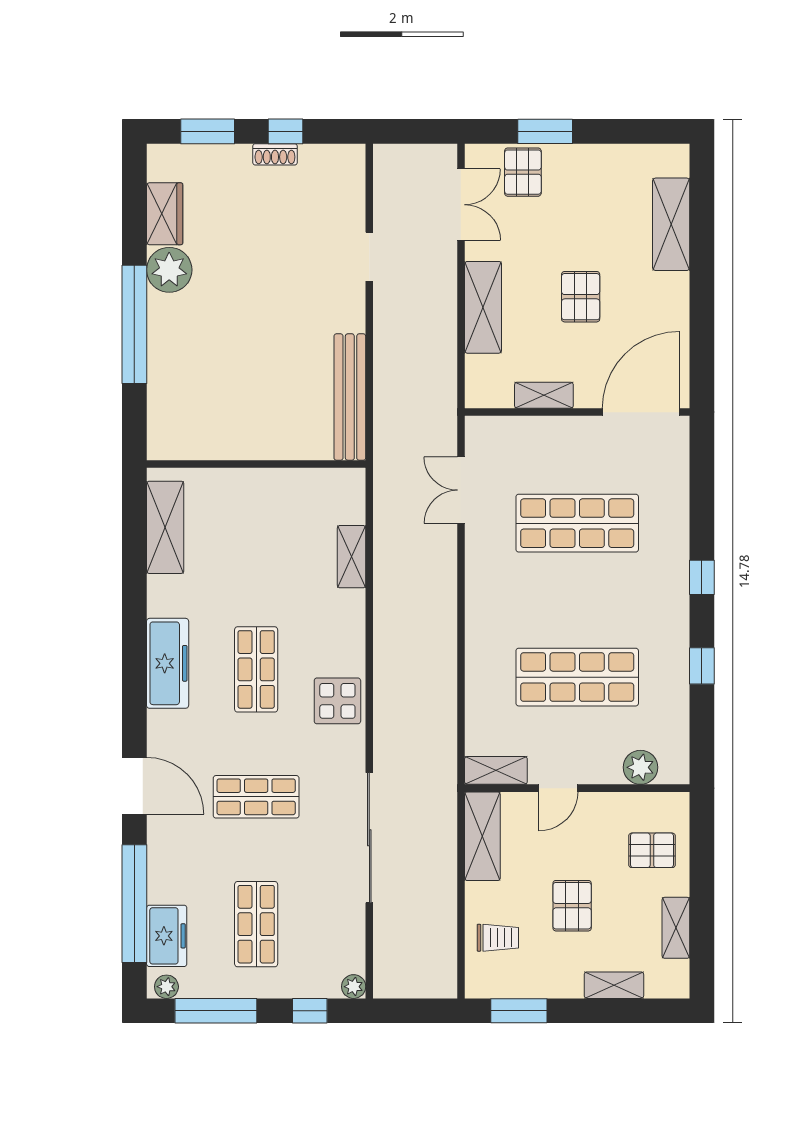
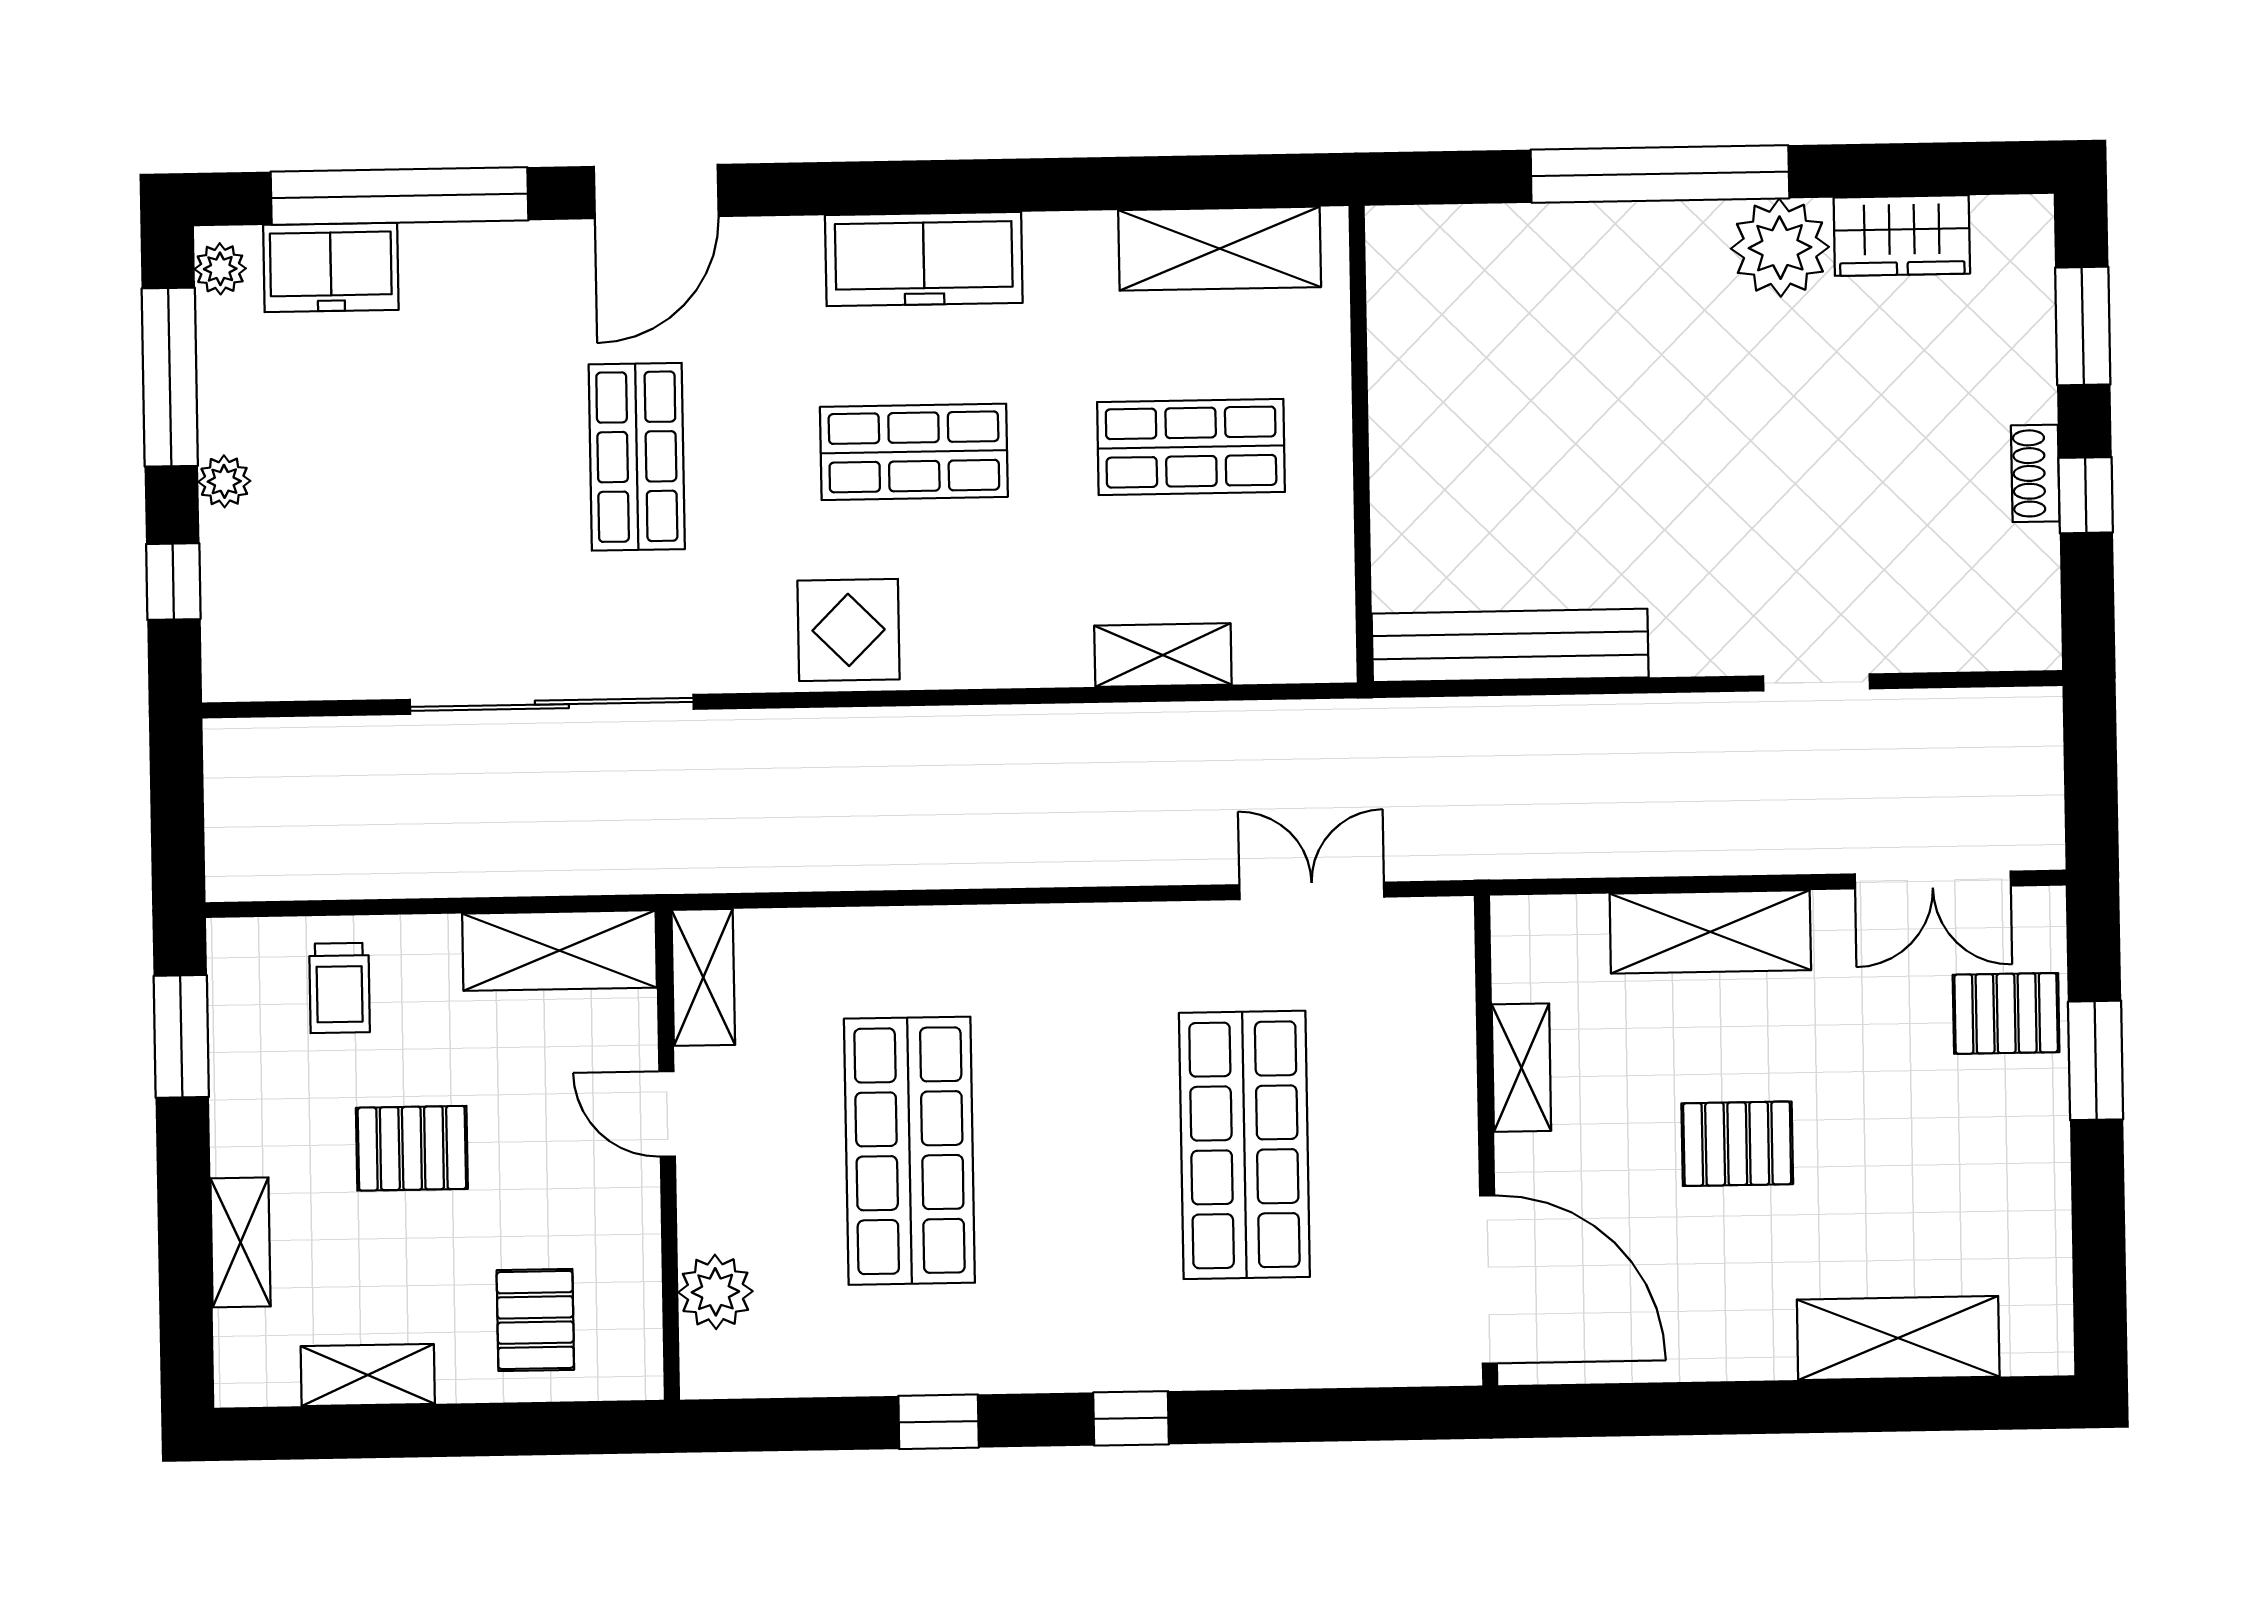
shop shelf: (256, 924) -> (1191, 447), moved
plant: (354, 987) -> (224, 481), moved

